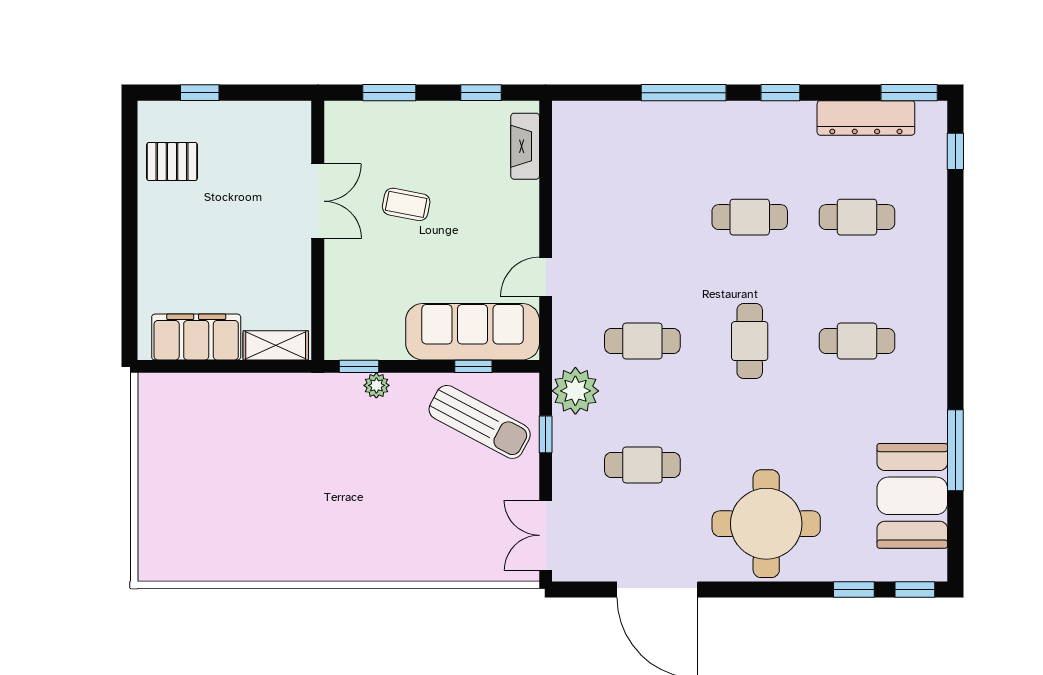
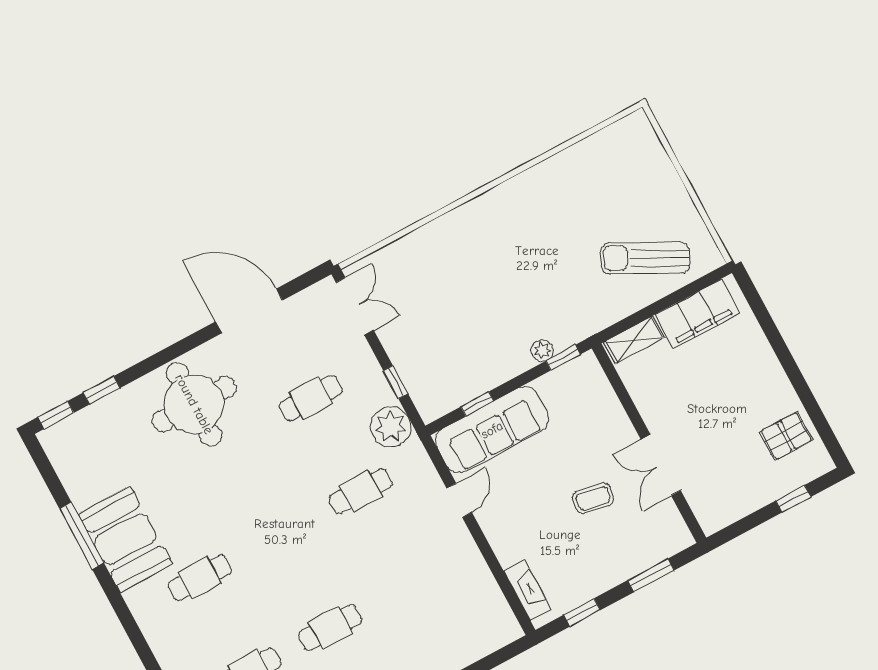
cafe table: (750, 341) -> (280, 535), removed
sun lounger: (480, 422) -> (645, 258), moved
booth: (912, 496) -> (125, 539), moved

